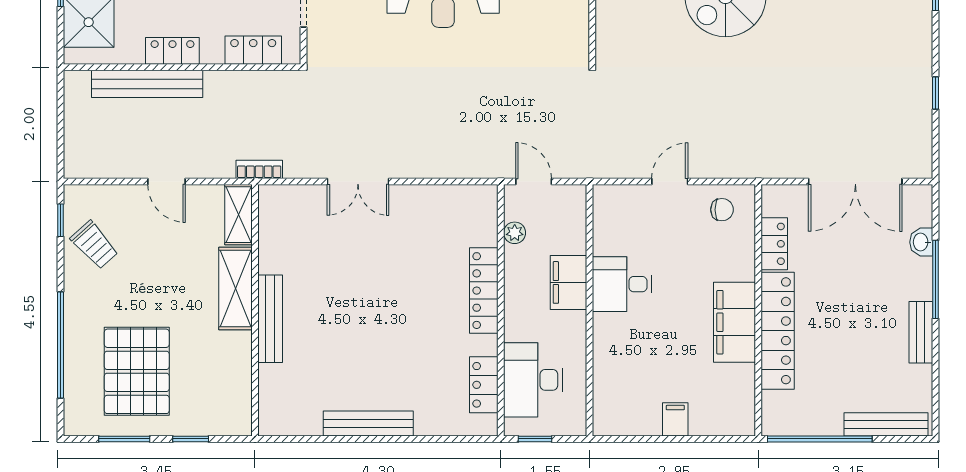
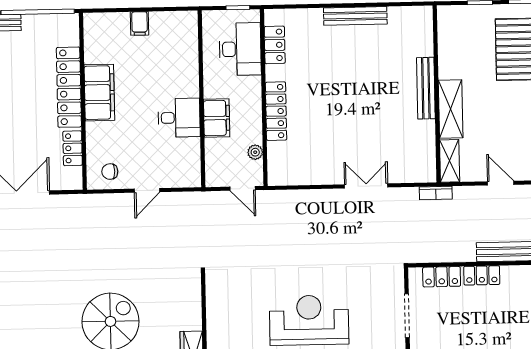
locker: (172, 51) -> (482, 275), moved

